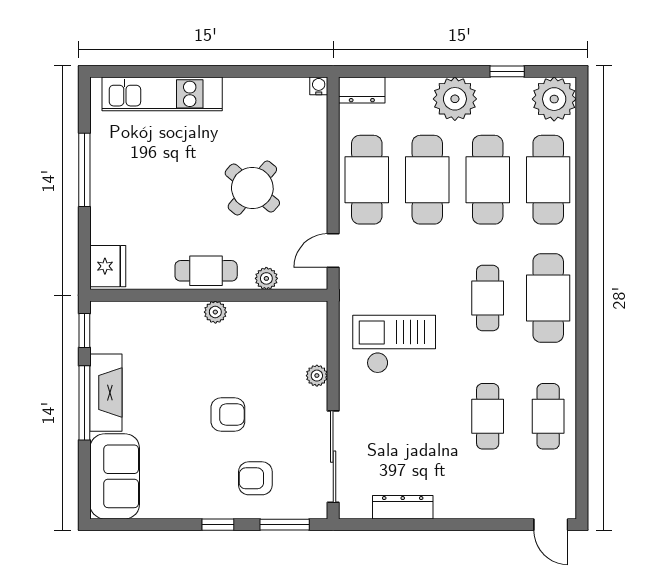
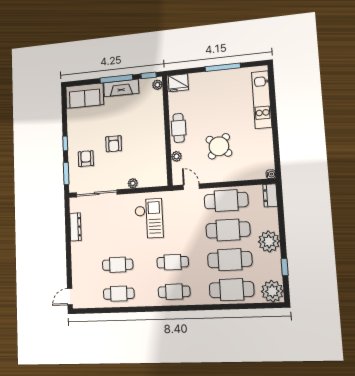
cafe table: (548, 298) -> (174, 292), width x0.73, depth x0.74
plant: (215, 312) -> (157, 85), moved

